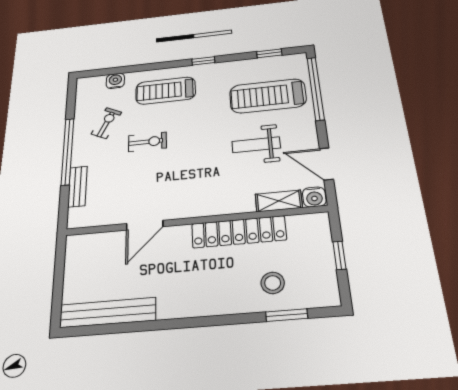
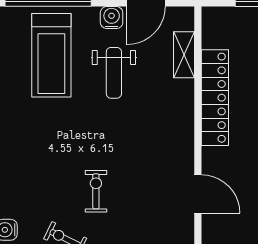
treadmill: (166, 91) -> (29, 170), removed
water cooler: (314, 197) -> (112, 18), moved, turned -90

